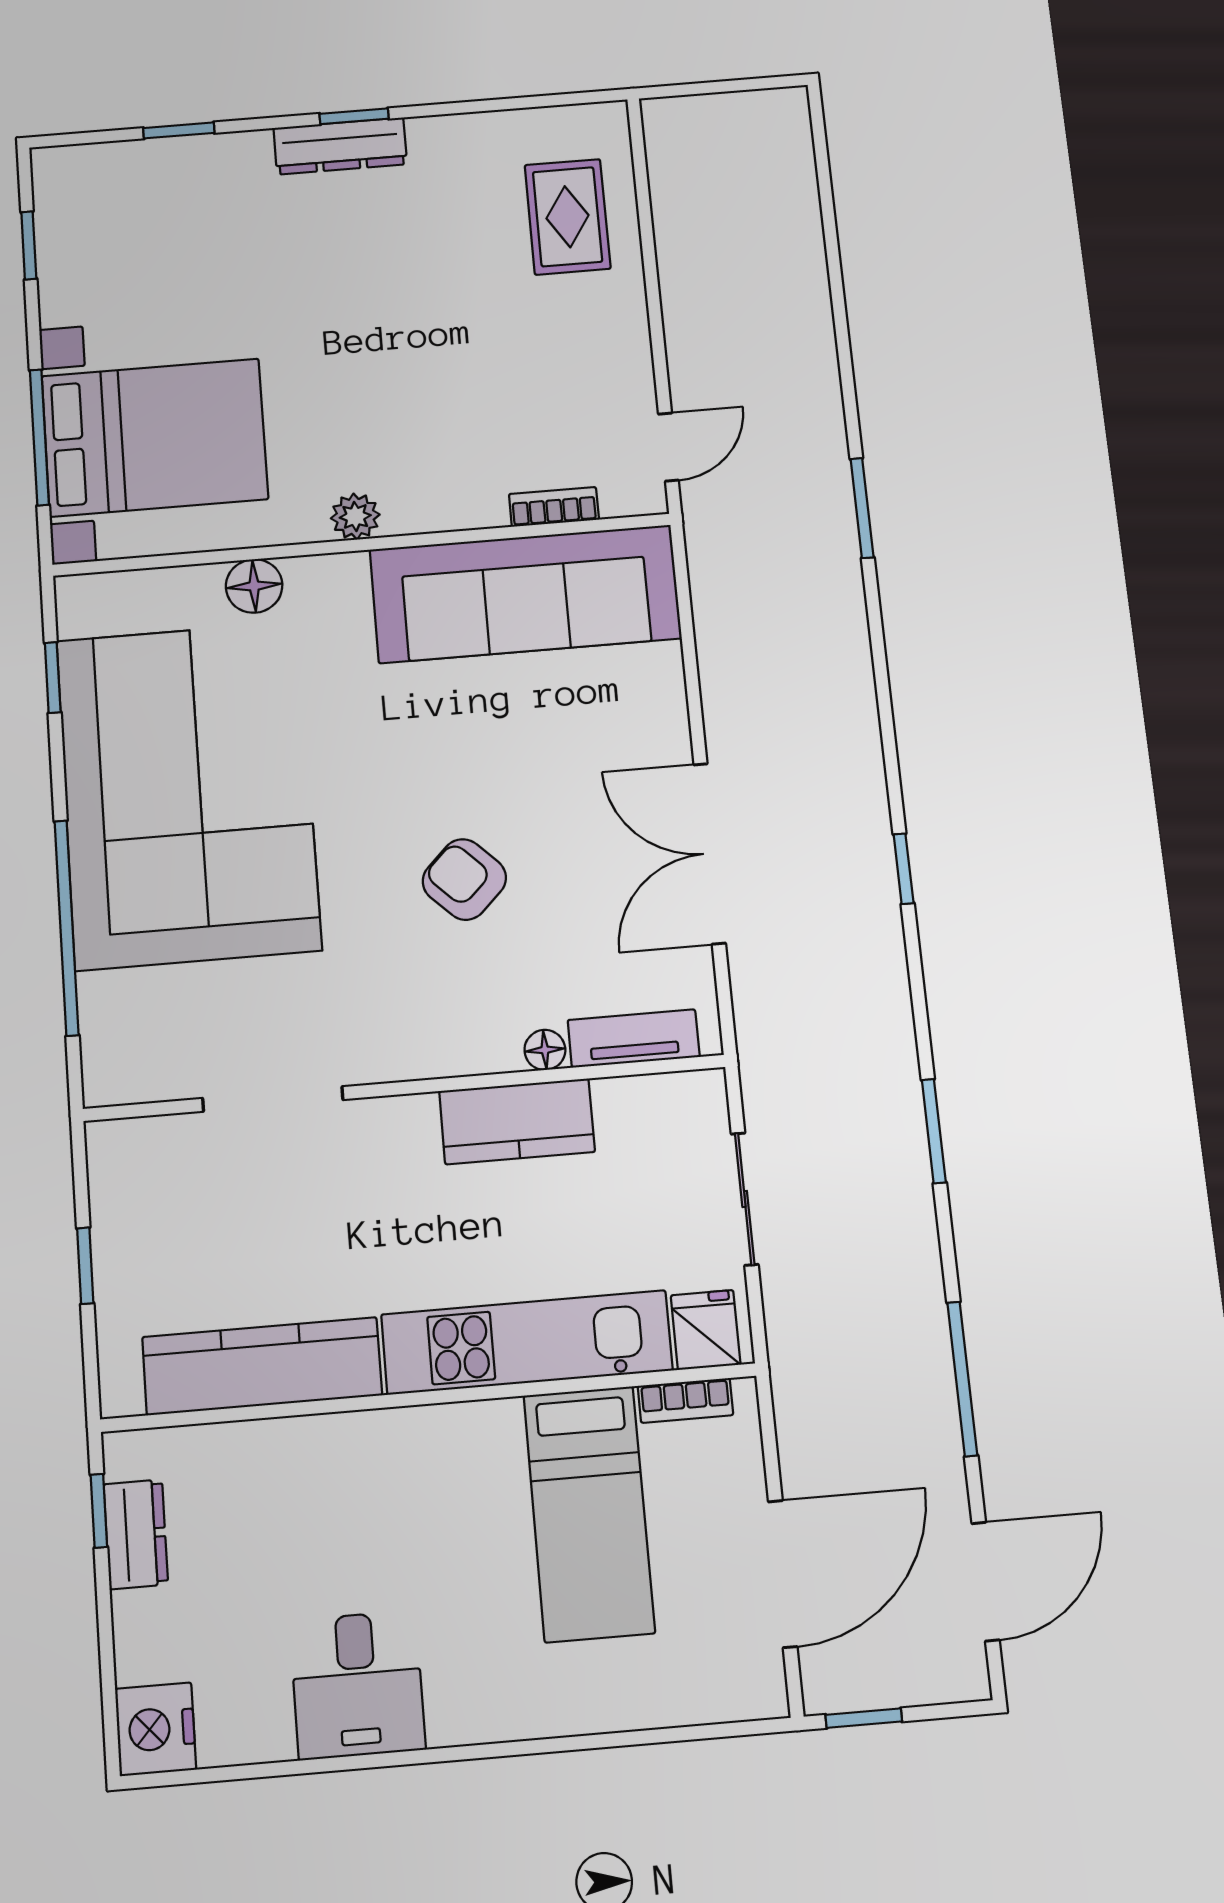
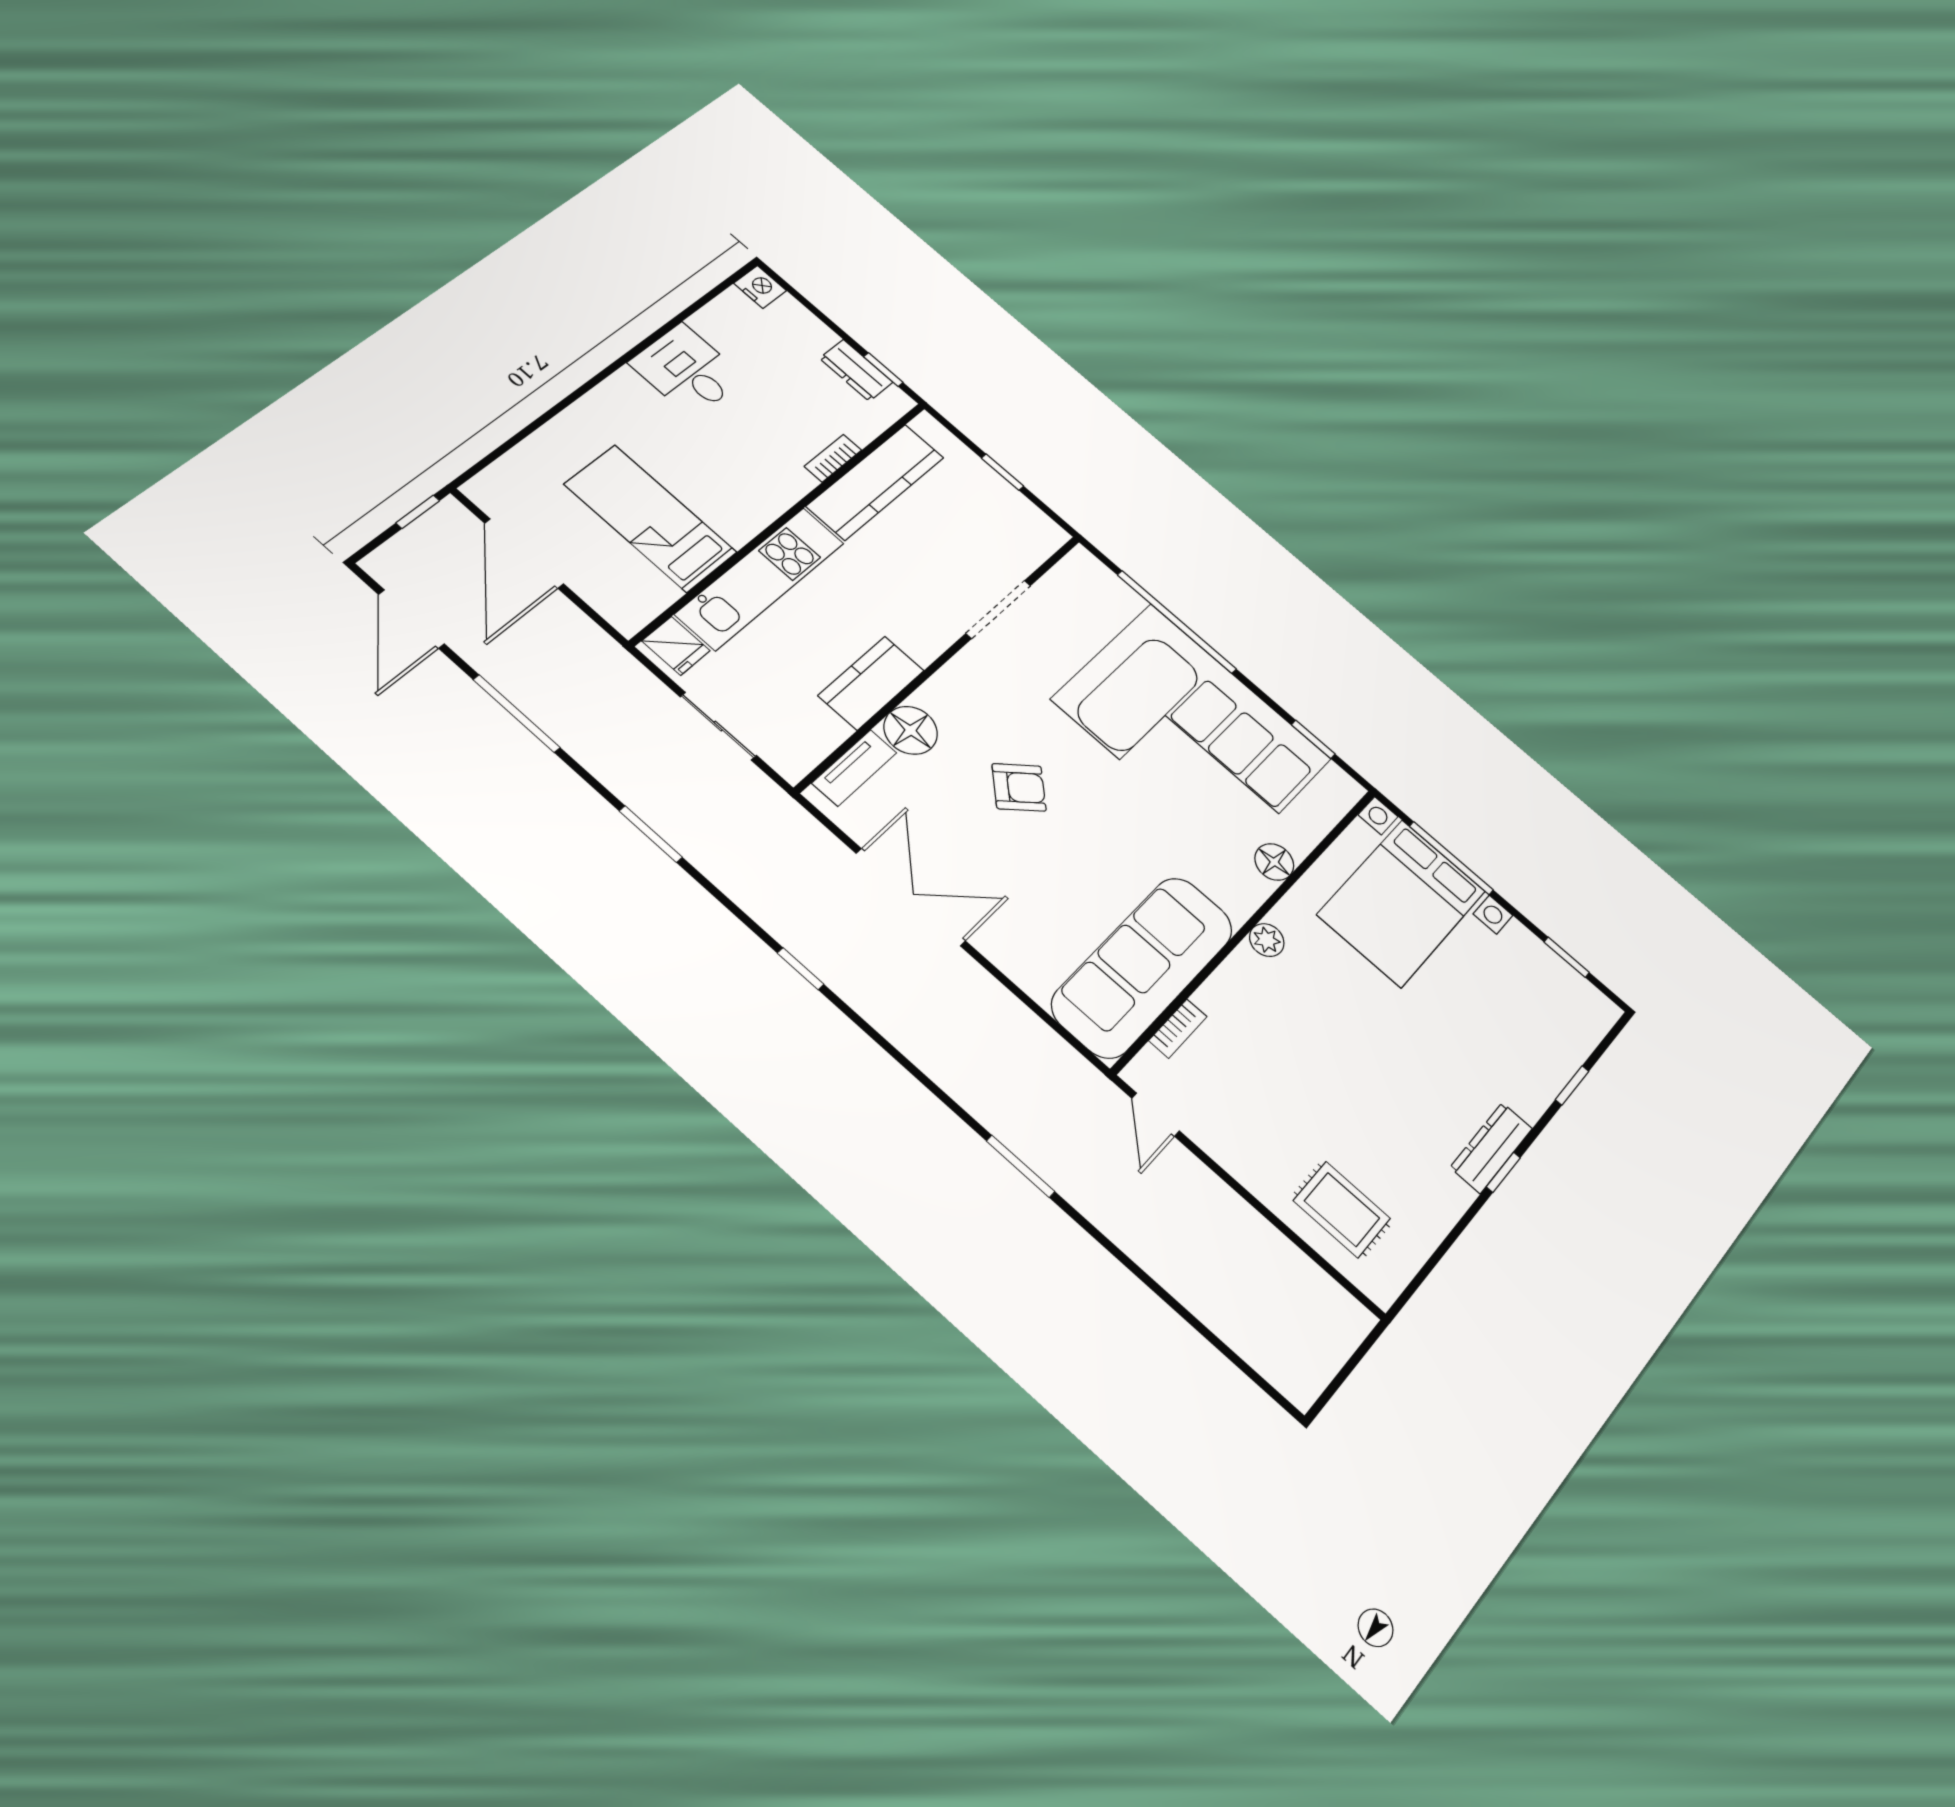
floor lamp: (545, 1050) -> (911, 730), width x1.89, depth x1.89
bookcase: (685, 1400) -> (833, 458), moved
nightstand: (156, 1729) -> (760, 287), width x0.74, depth x0.75

